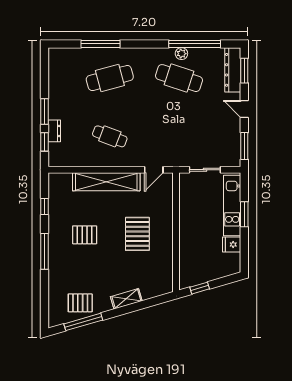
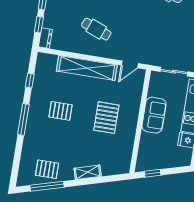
dresser: (54, 131) -> (45, 38), moved
sofa: (190, 222) -> (154, 115), added

